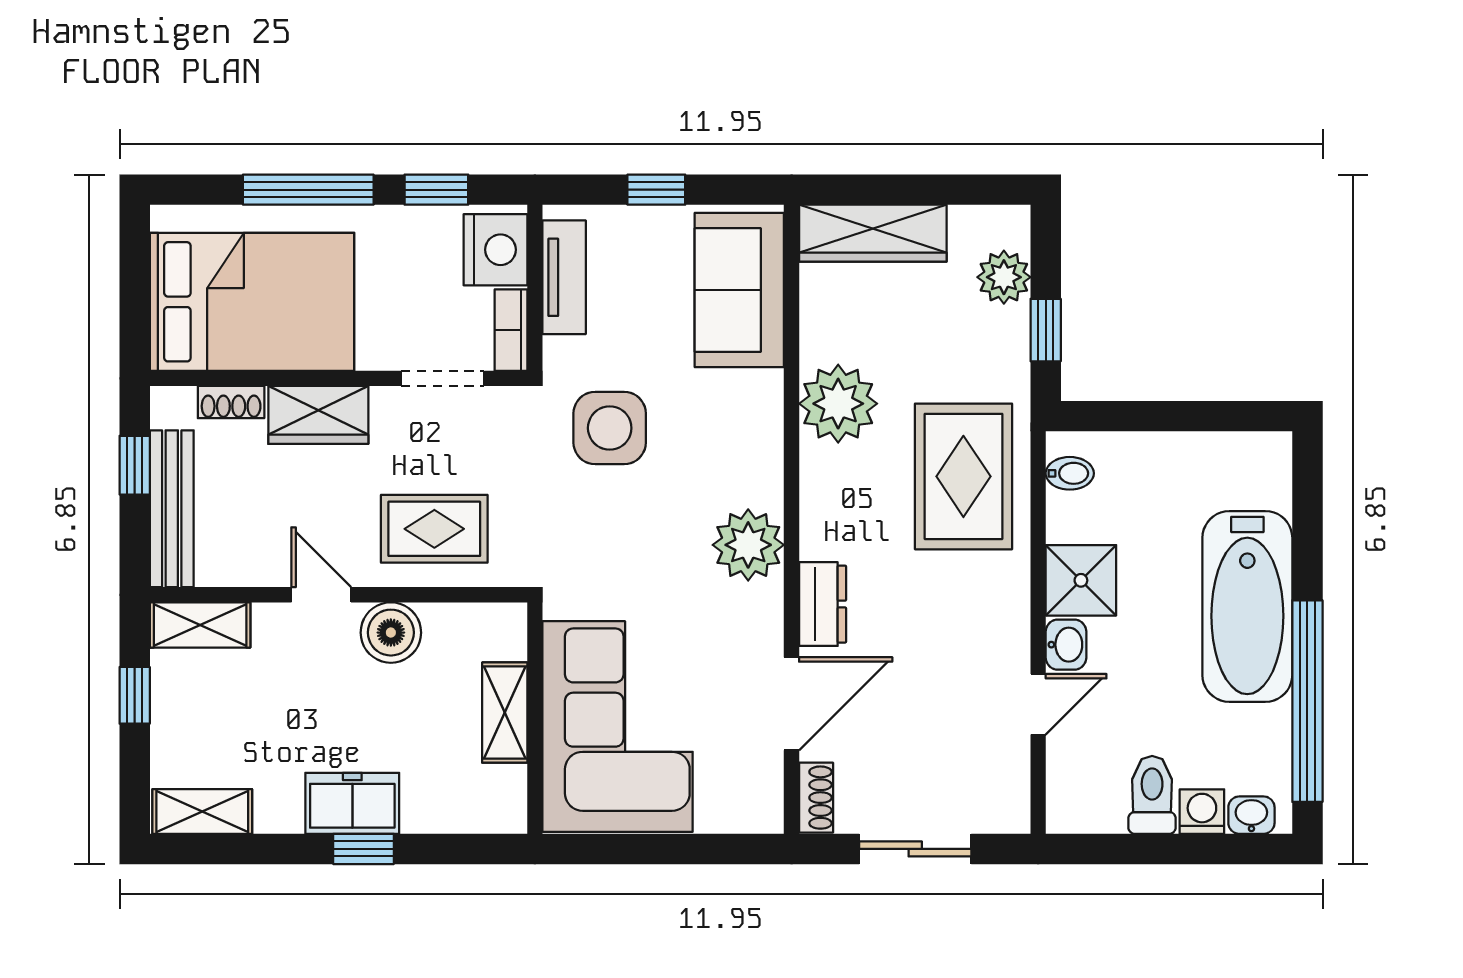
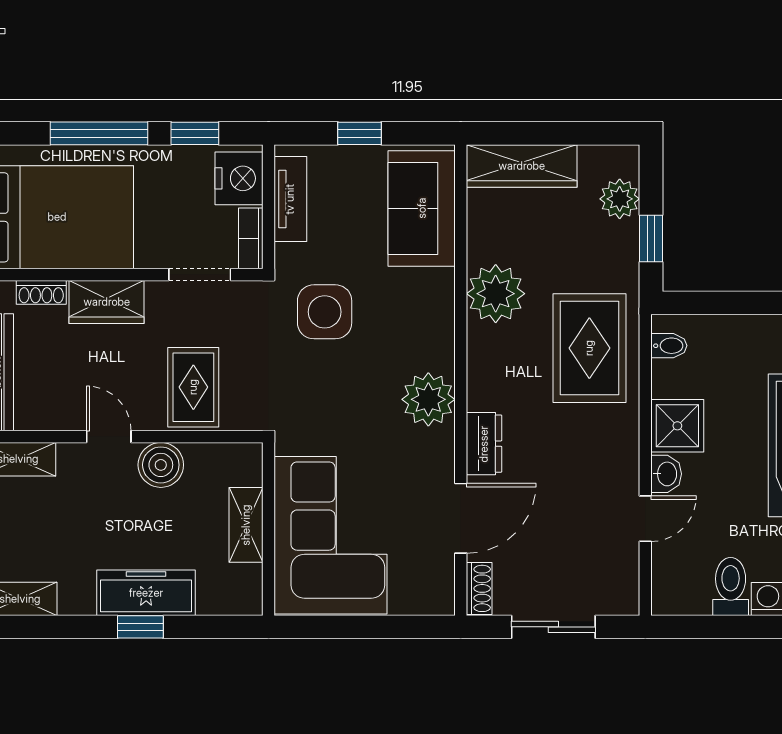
rug: (434, 529) -> (193, 387), turned 90
freezer: (352, 803) -> (146, 593), width x1.40

